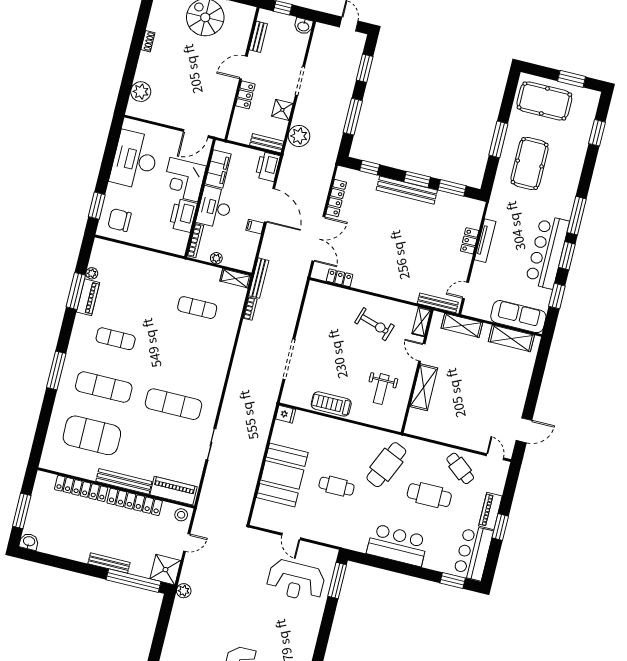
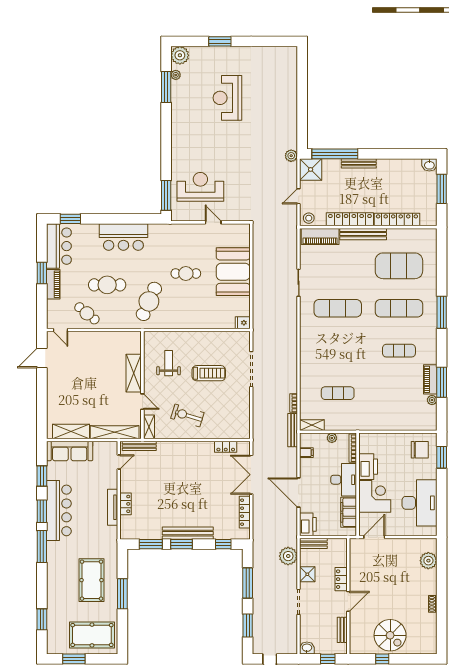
filing cabinet: (255, 227) -> (306, 453), moved
shelving: (462, 325) -> (115, 432), width x1.47
treadmill: (331, 404) -> (209, 373), moved

